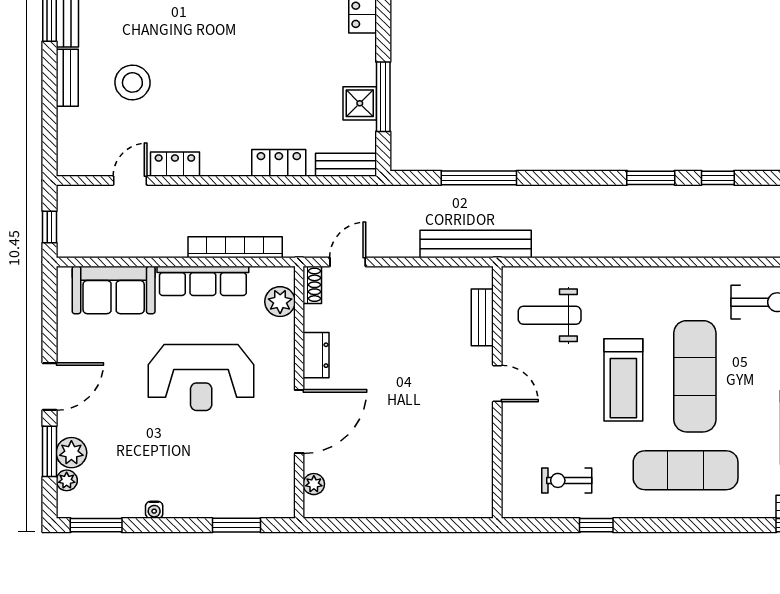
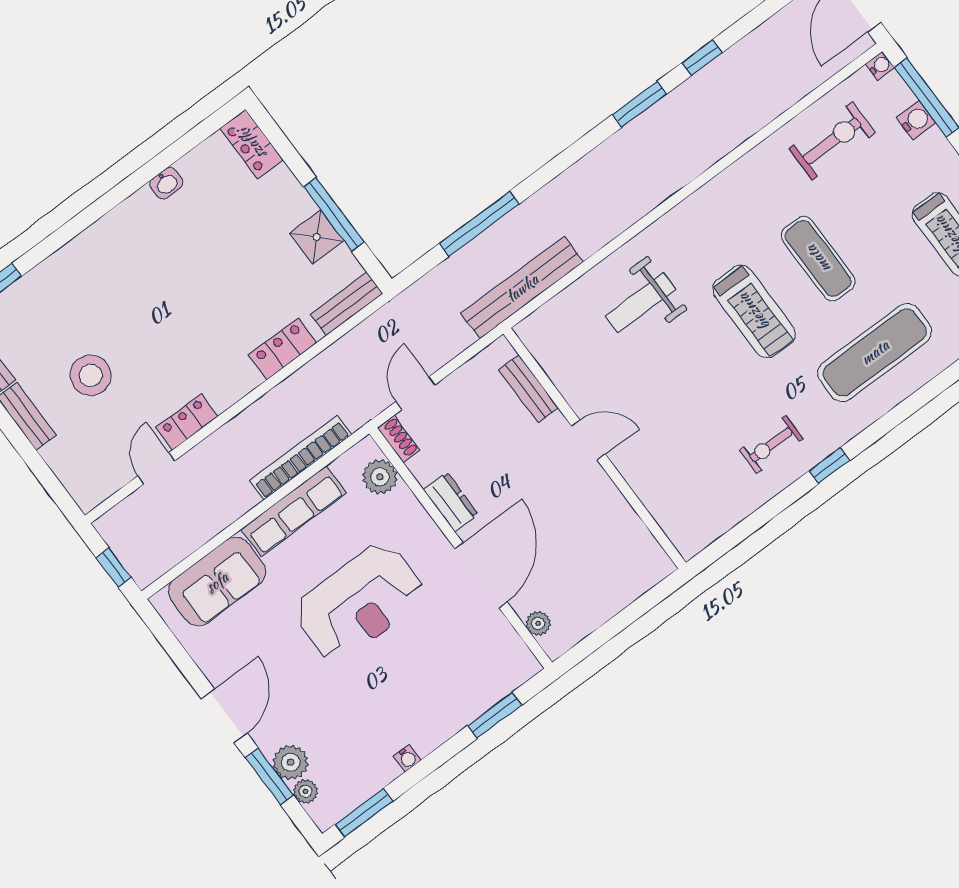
bench: (482, 317) -> (529, 389), moved
exercise mat: (695, 376) -> (818, 259), width x0.73, depth x0.69
door: (497, 383) -> (589, 440), moved
wall: (497, 392) -> (595, 448), moved

